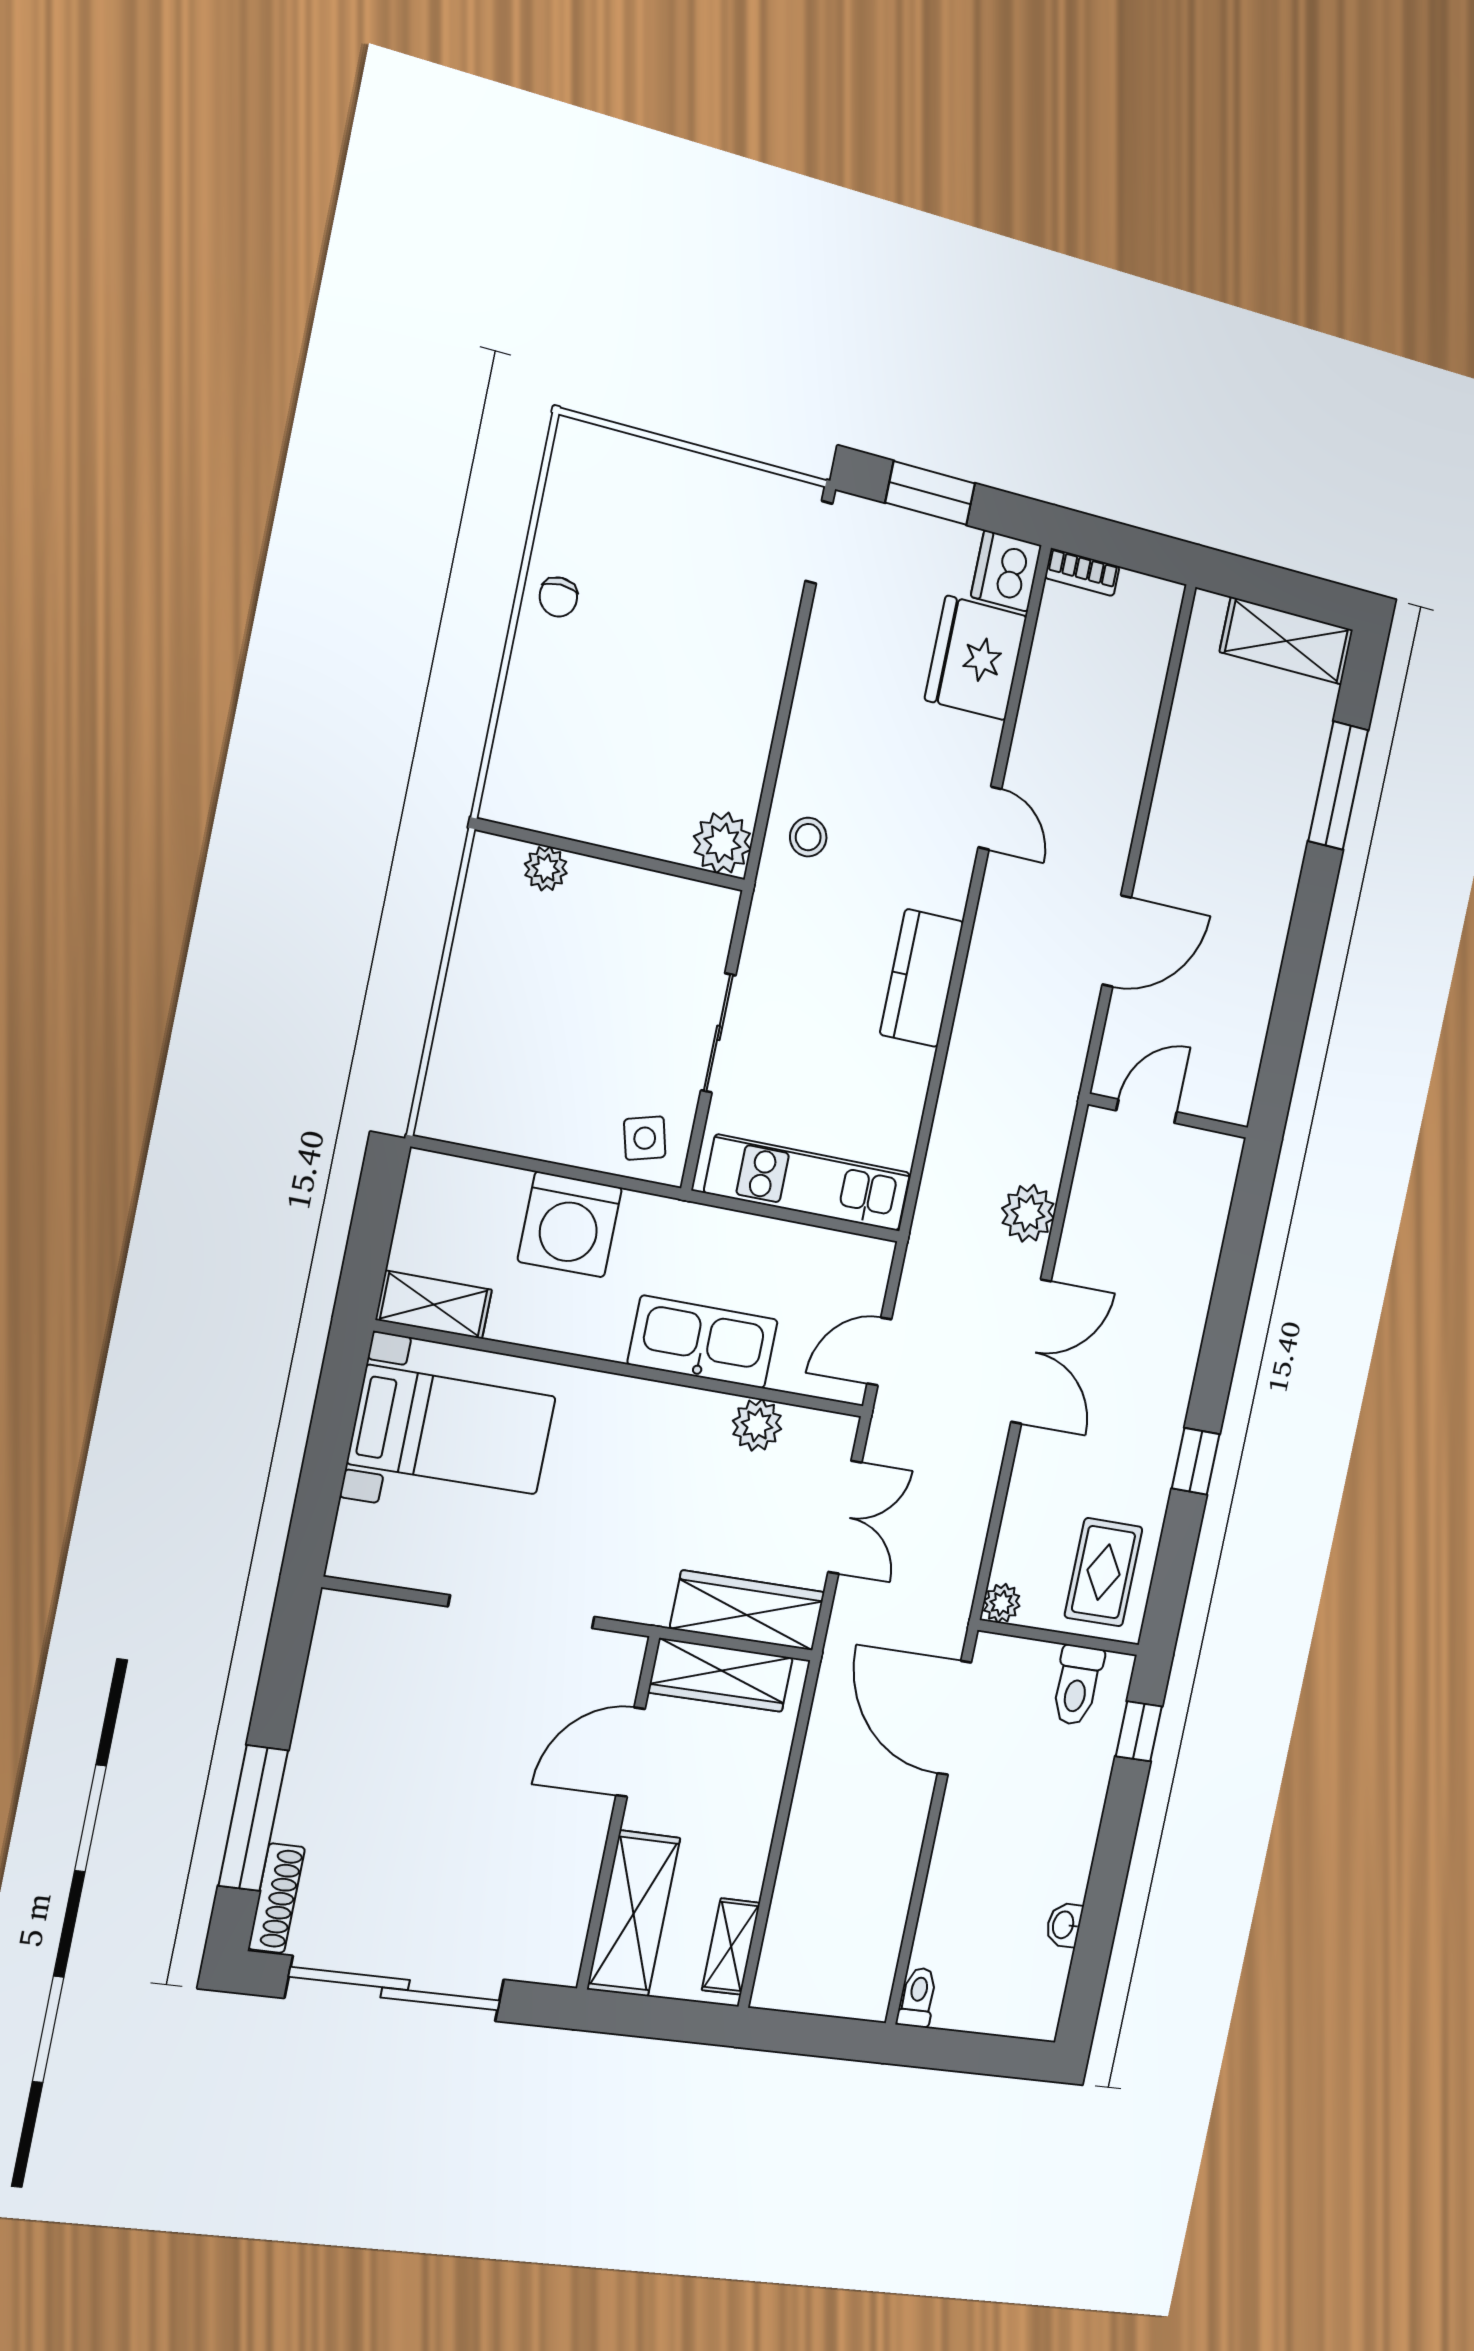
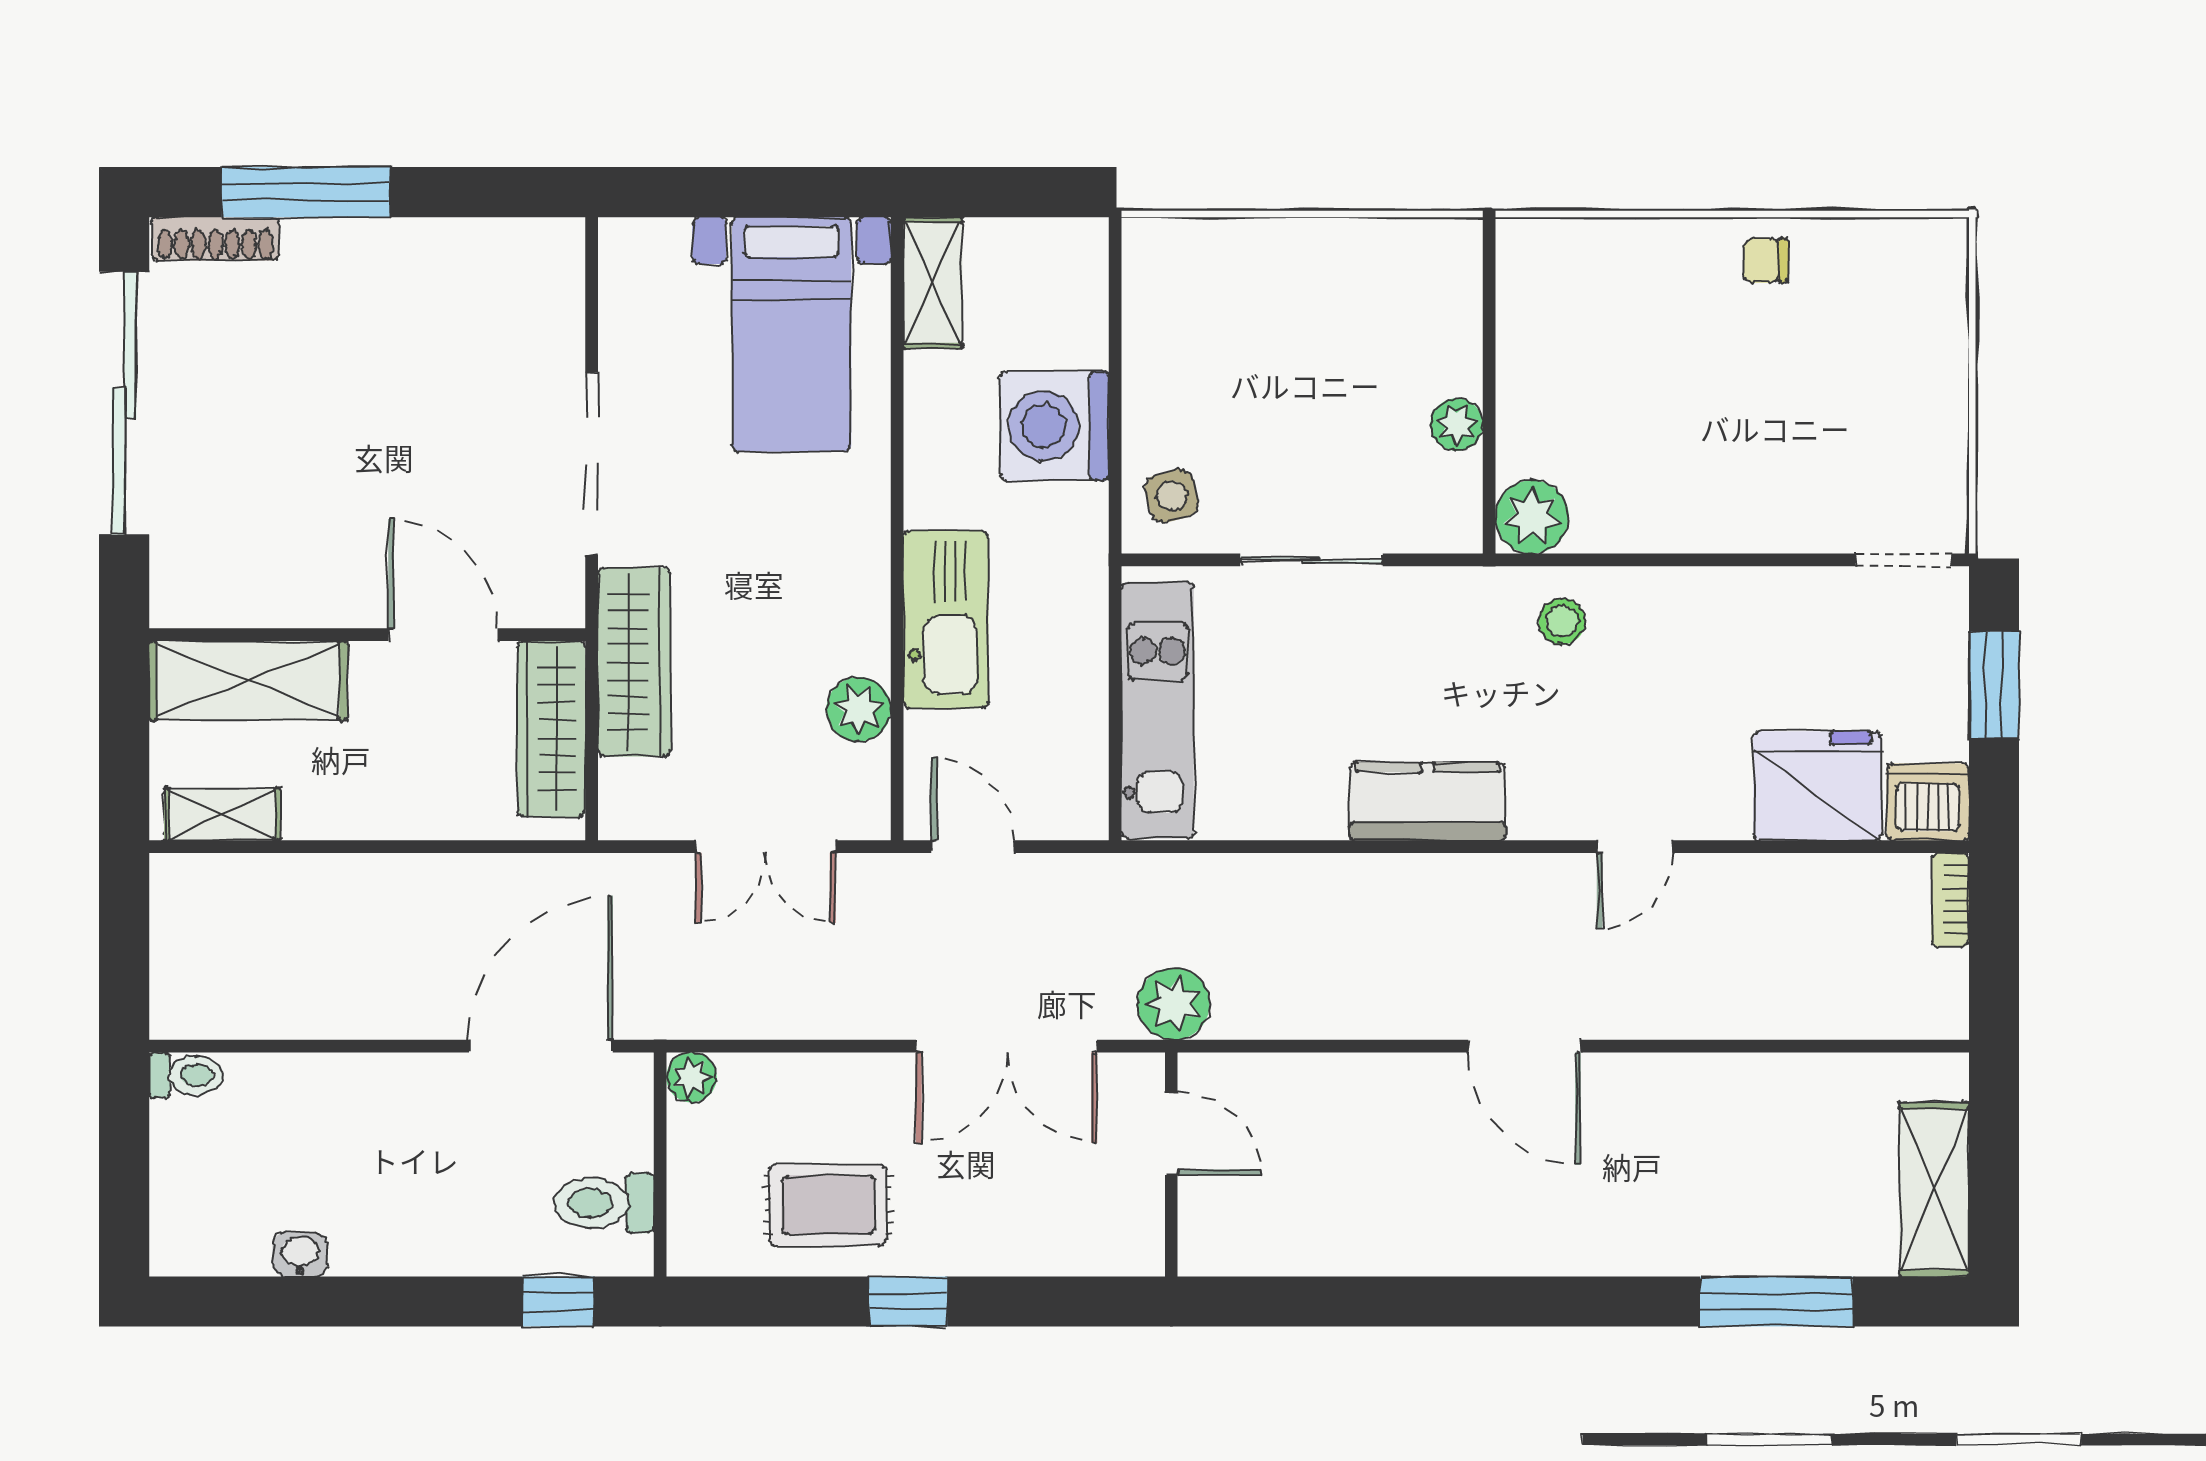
plant: (546, 869) -> (1457, 425), moved
door: (1147, 1111) -> (1171, 1134), moved
wall: (1168, 1116) -> (1171, 1164), moved
rug: (1104, 1572) -> (828, 1205), moved
wardrobe: (747, 1610) -> (634, 662), moved

